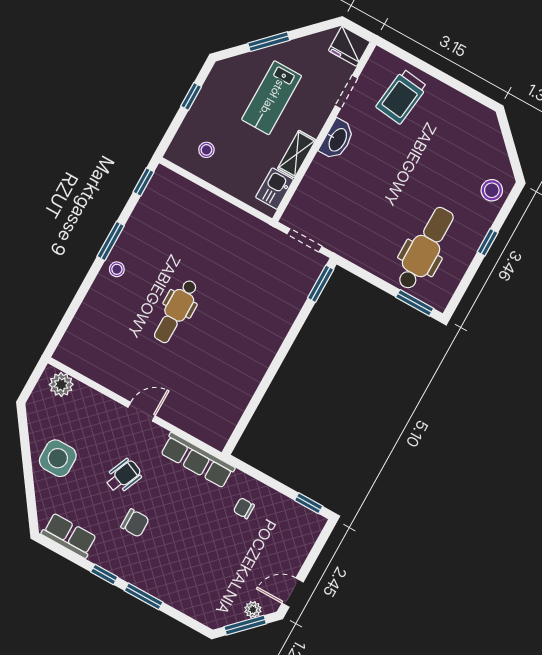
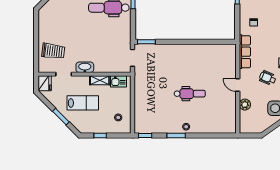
plant: (61, 385) -> (245, 105), moved

